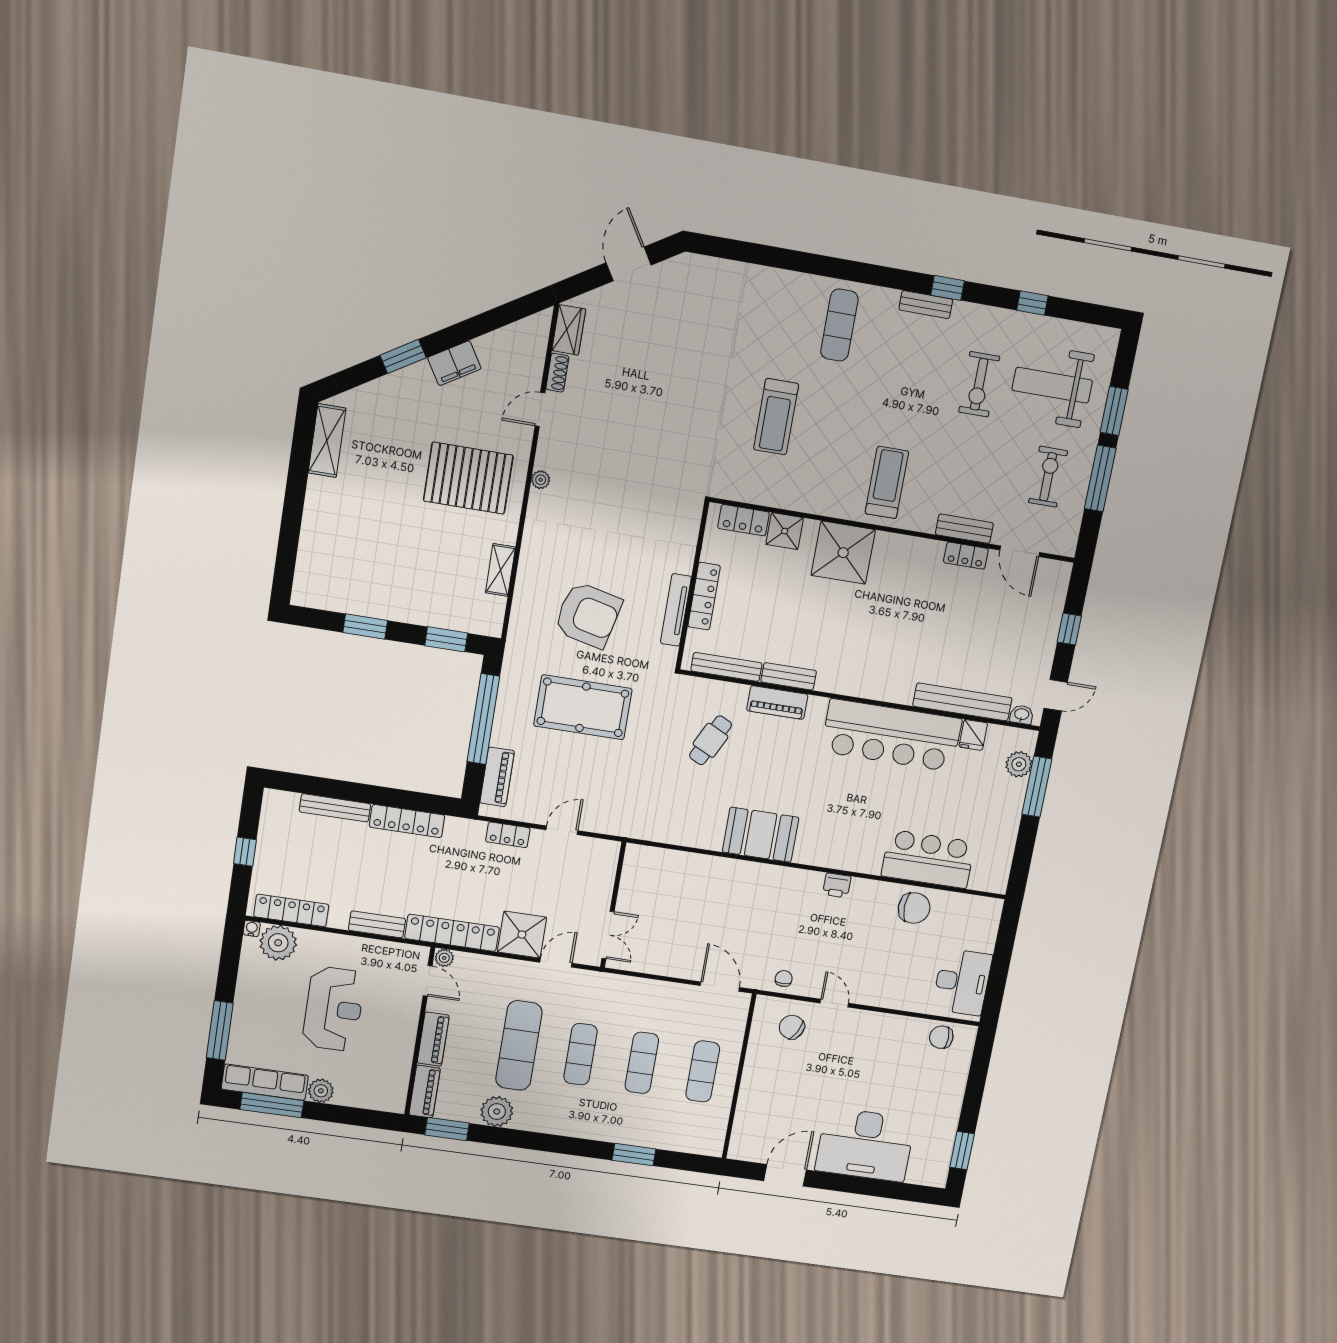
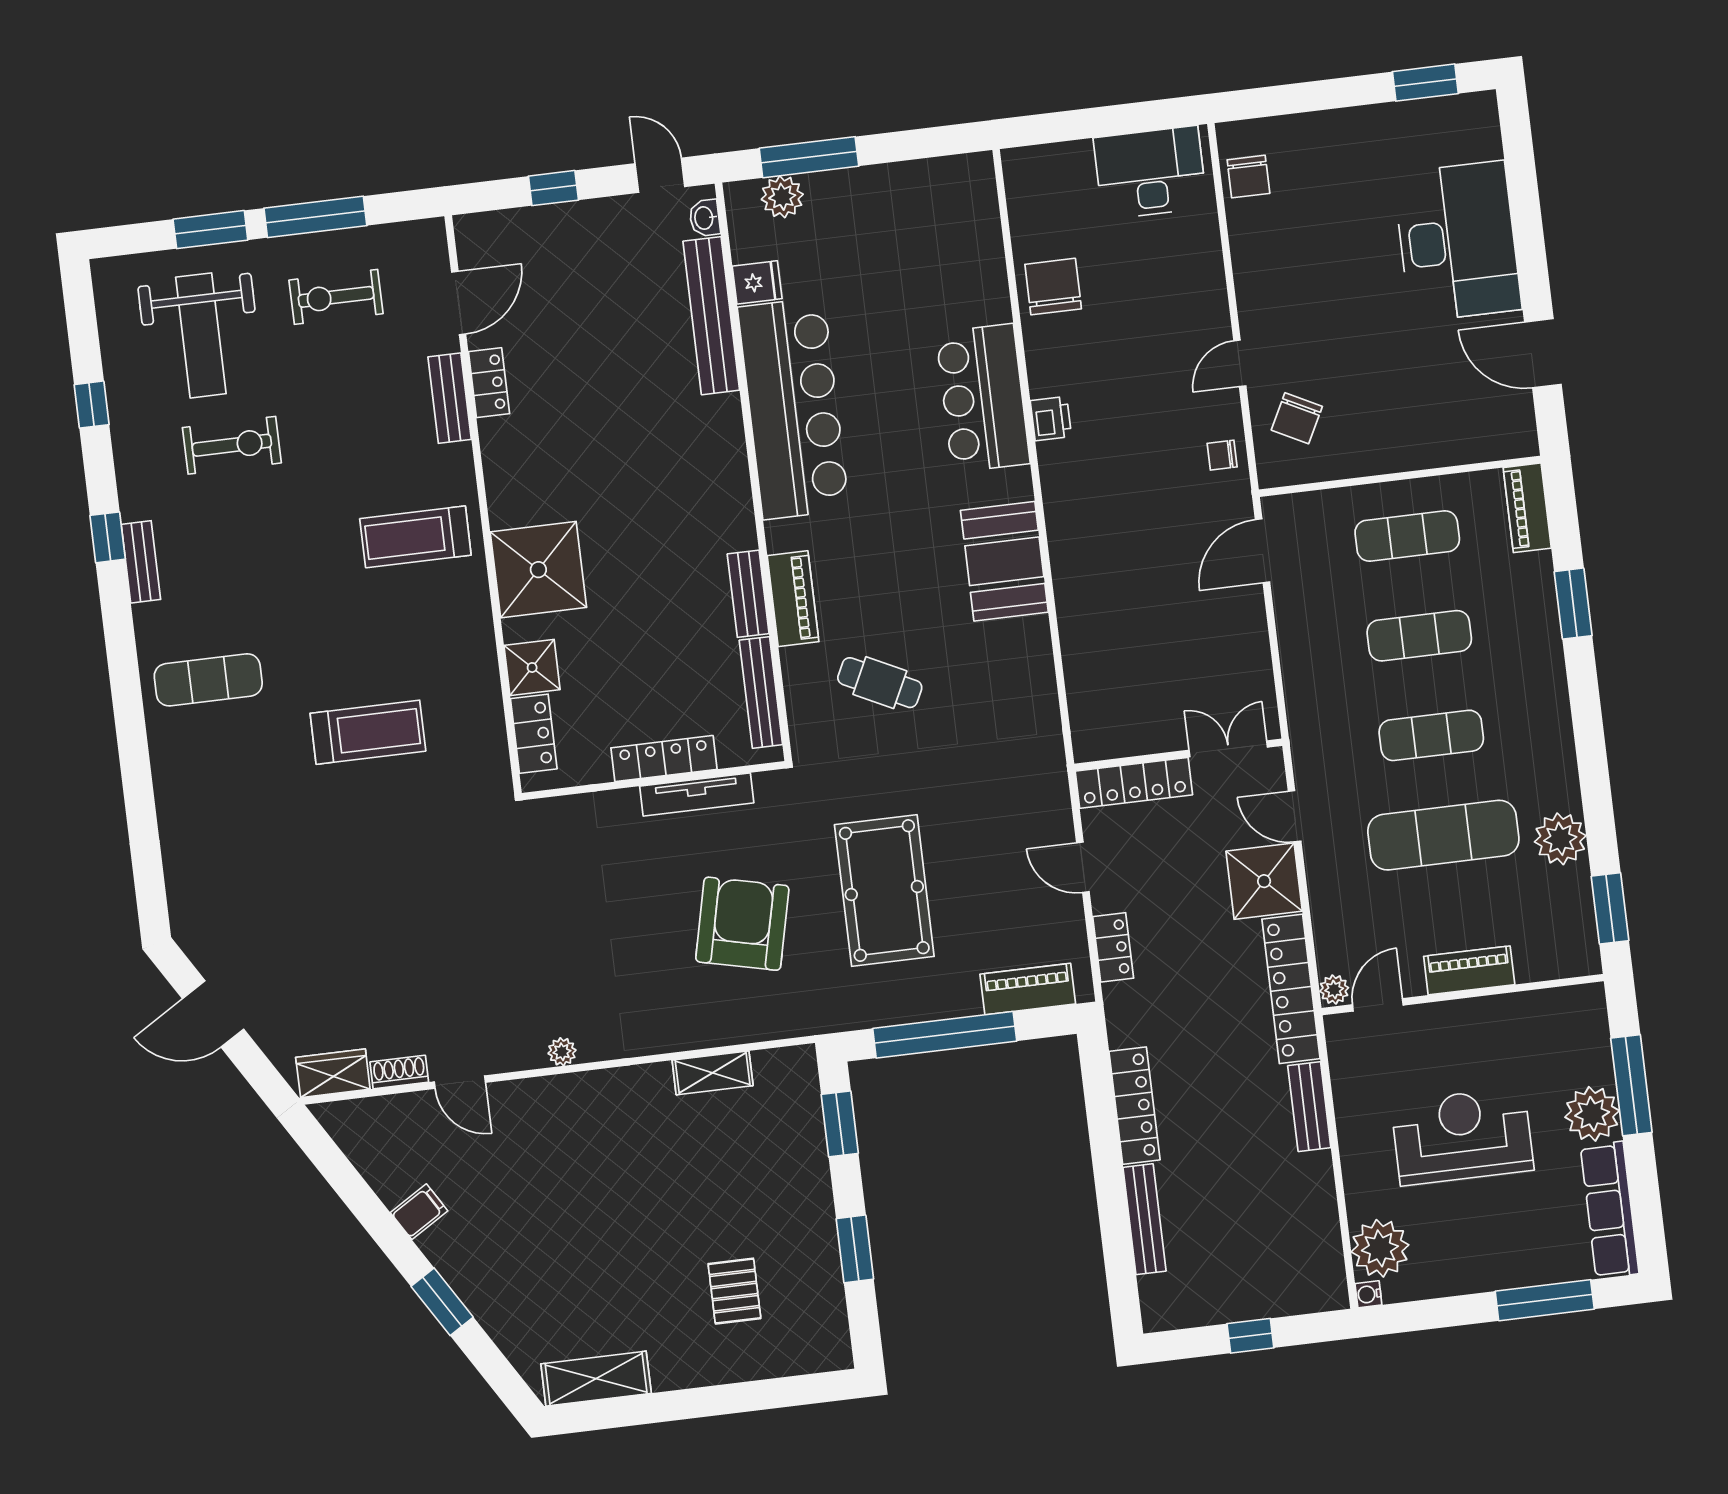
filing cabinet: (454, 363) -> (419, 1212), width x0.50
pallet: (468, 478) -> (734, 1291), moved, width x0.49, depth x0.50
bar counter: (928, 859) -> (983, 398), moved
locker: (291, 910) -> (1134, 783), moved, turned -90
plant: (321, 1091) -> (1592, 1114), width x1.36, depth x1.36
piano: (425, 1092) -> (1527, 508), moved, turned -90
window: (272, 1105) -> (1631, 1085), moved

